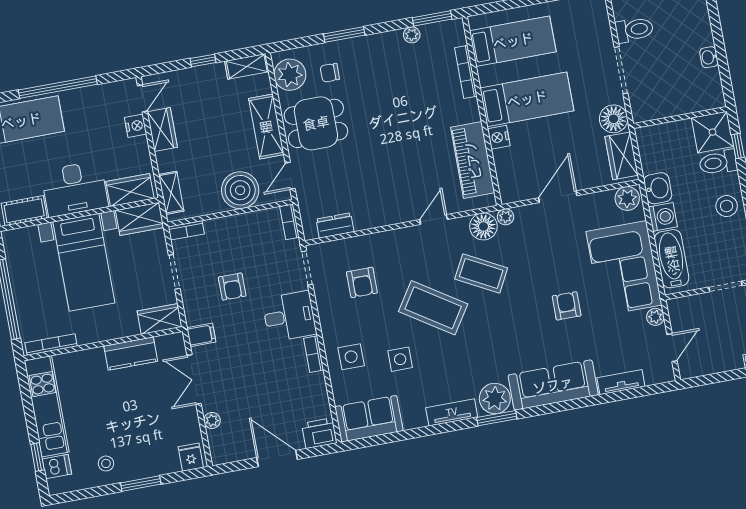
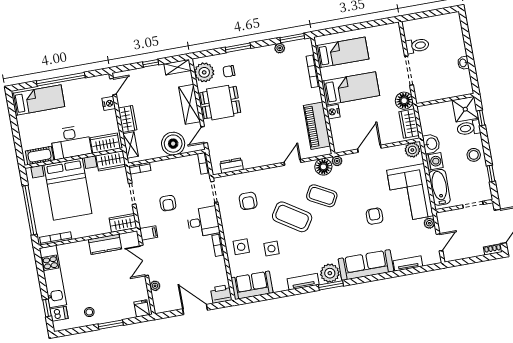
wardrobe: (162, 130) -> (127, 119), moved
bed with nightstands: (84, 262) -> (68, 189), width x1.36

